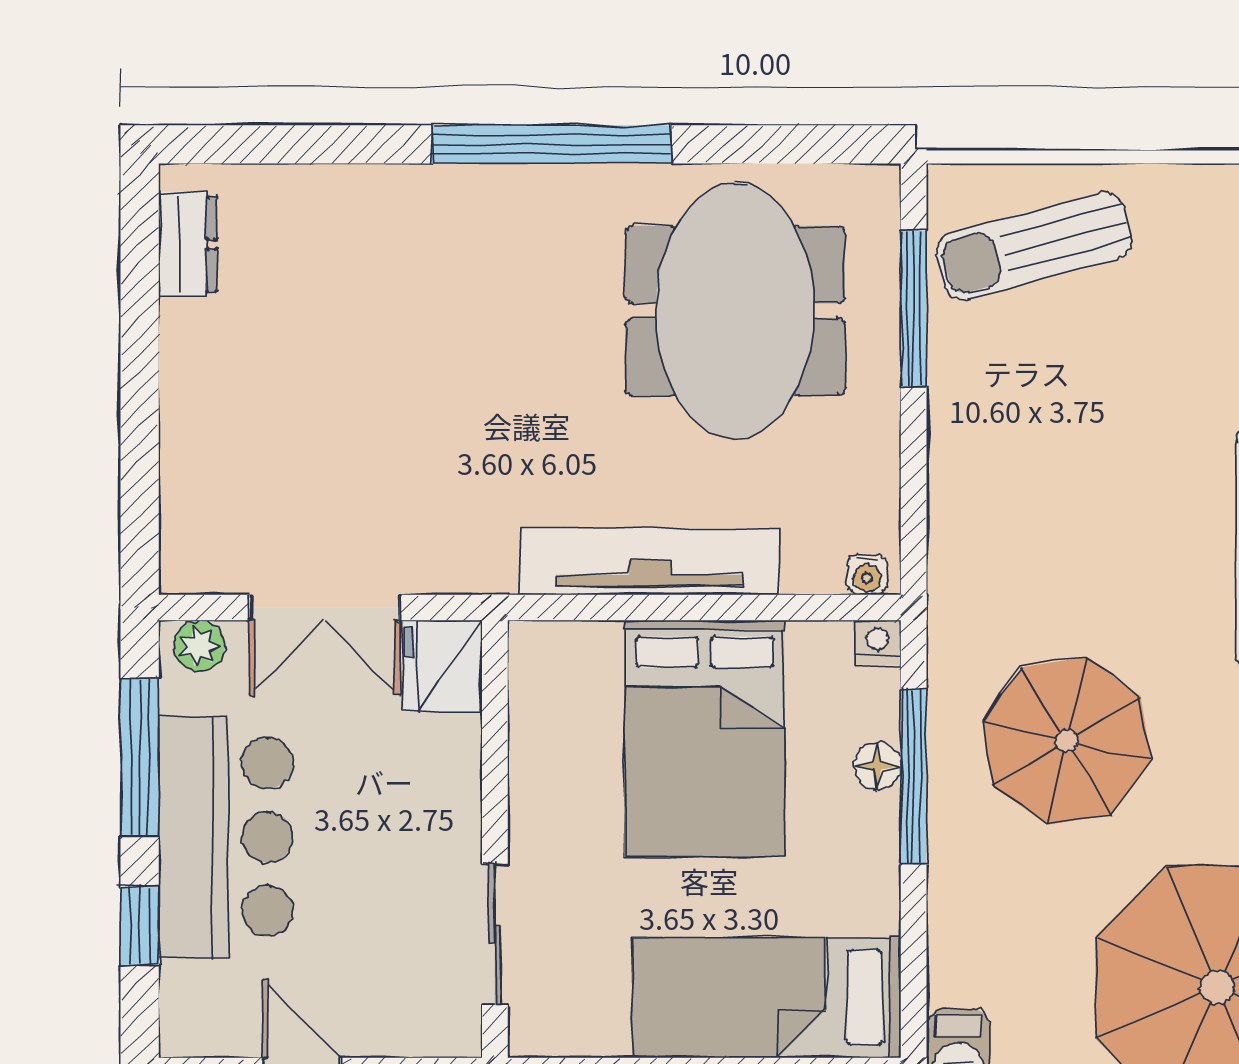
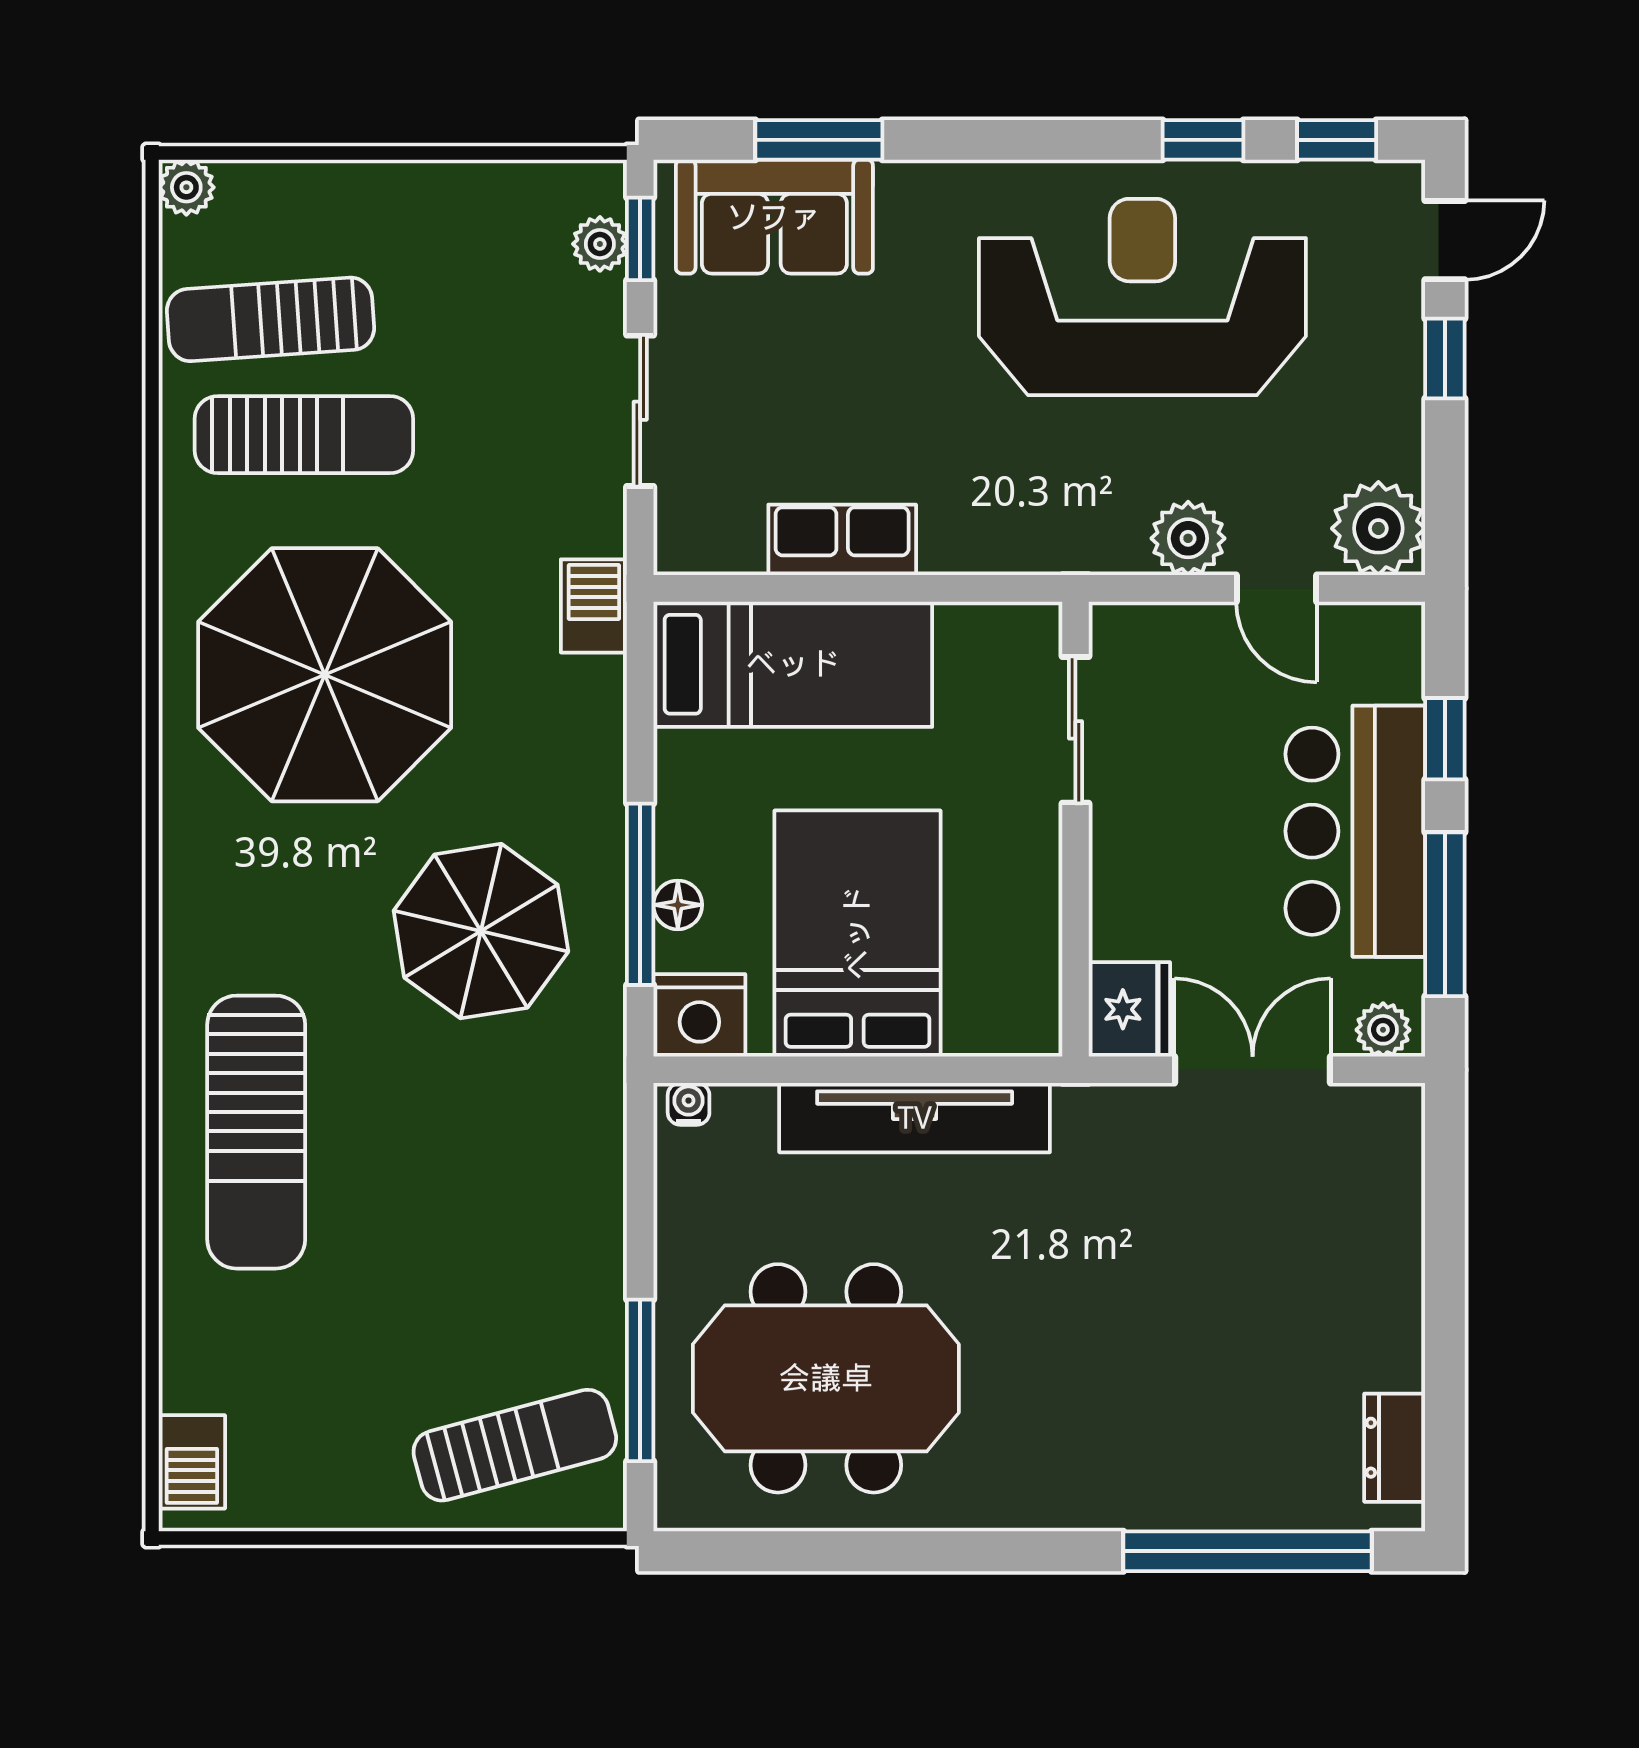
window: (552, 144) -> (1247, 1551), moved
meeting table: (735, 311) -> (826, 1378), turned 90
nightstand: (877, 642) -> (699, 1015), width x1.89, depth x1.79

